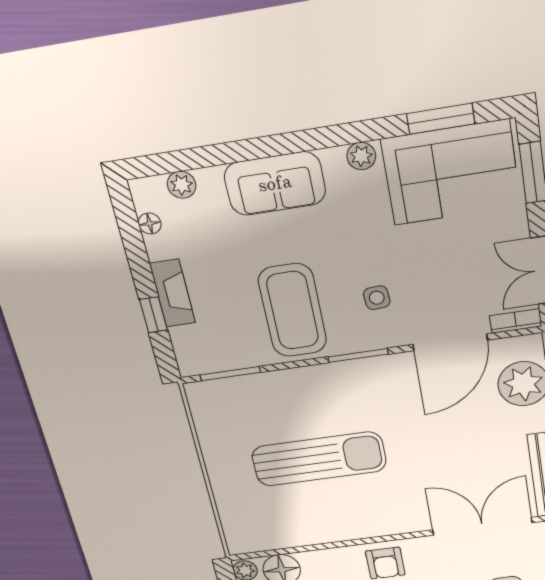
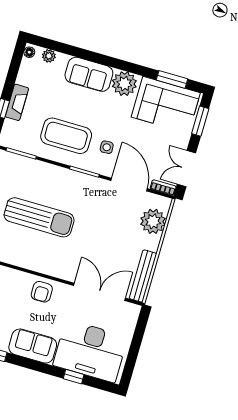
plant: (361, 156) -> (124, 84), width x1.87, depth x1.87
floor lamp: (150, 224) -> (29, 52), moved
coffee table: (293, 310) -> (66, 136), turned 90
door: (450, 342) -> (129, 185), swing flipped

